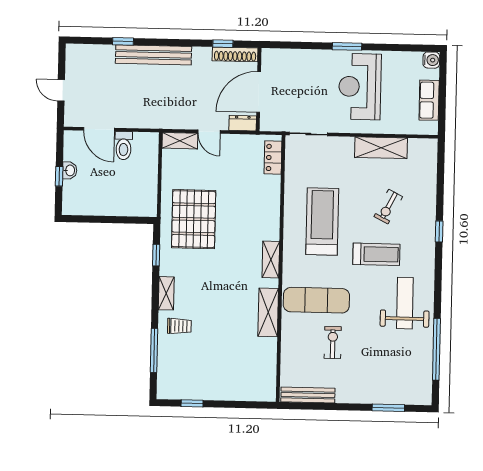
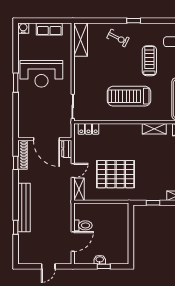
shelving: (381, 148) -> (81, 40), moved
exercise bike: (388, 207) -> (118, 38), moved
pallet: (194, 219) -> (116, 174), moved

